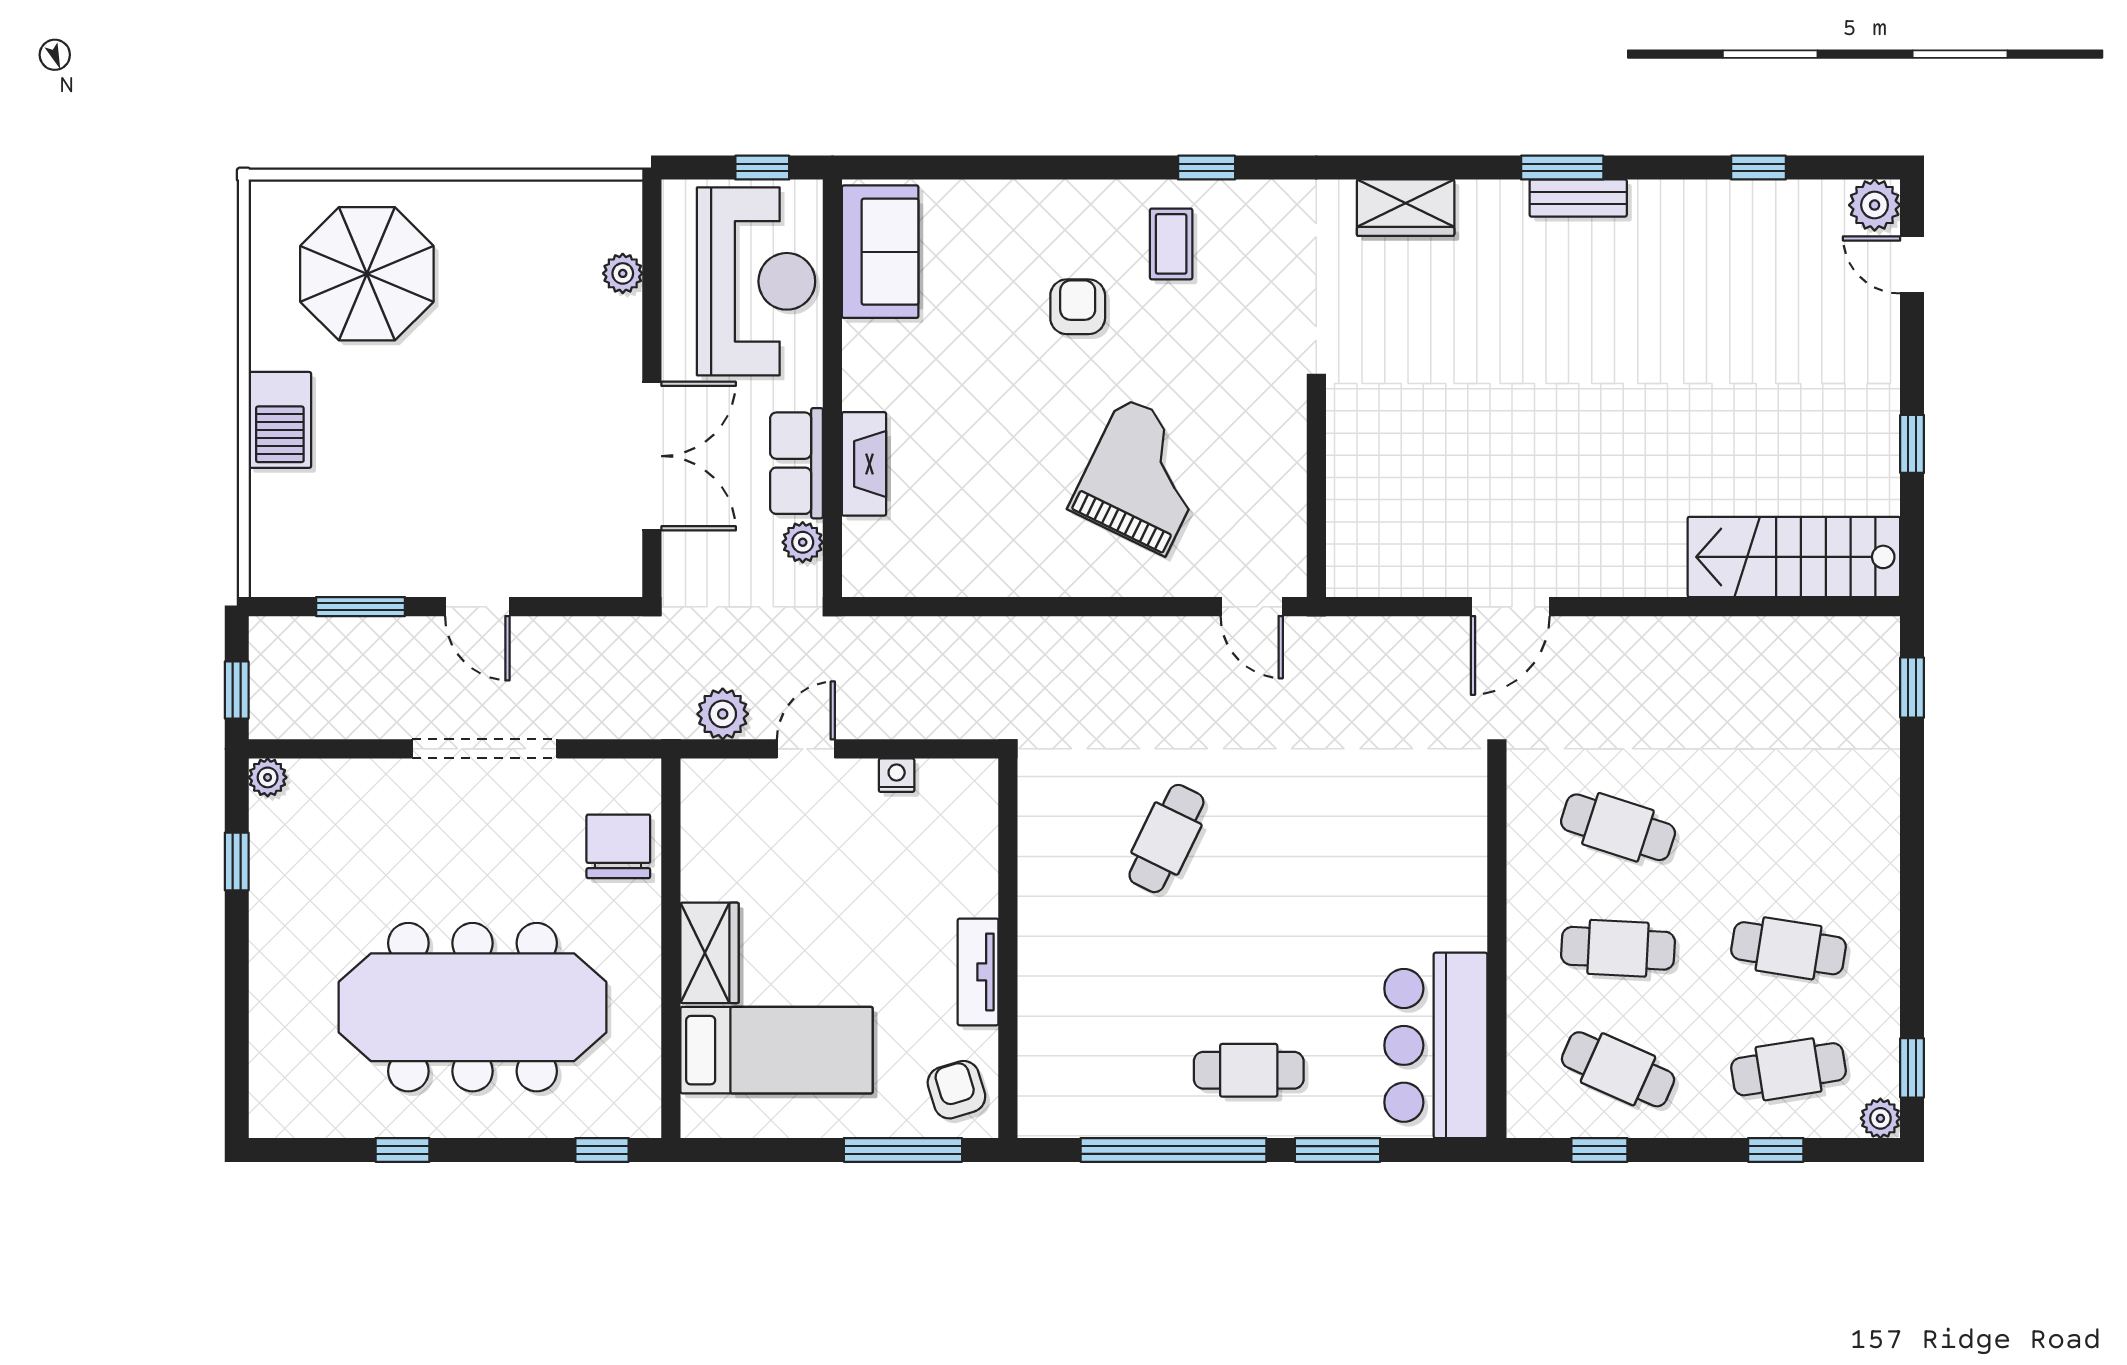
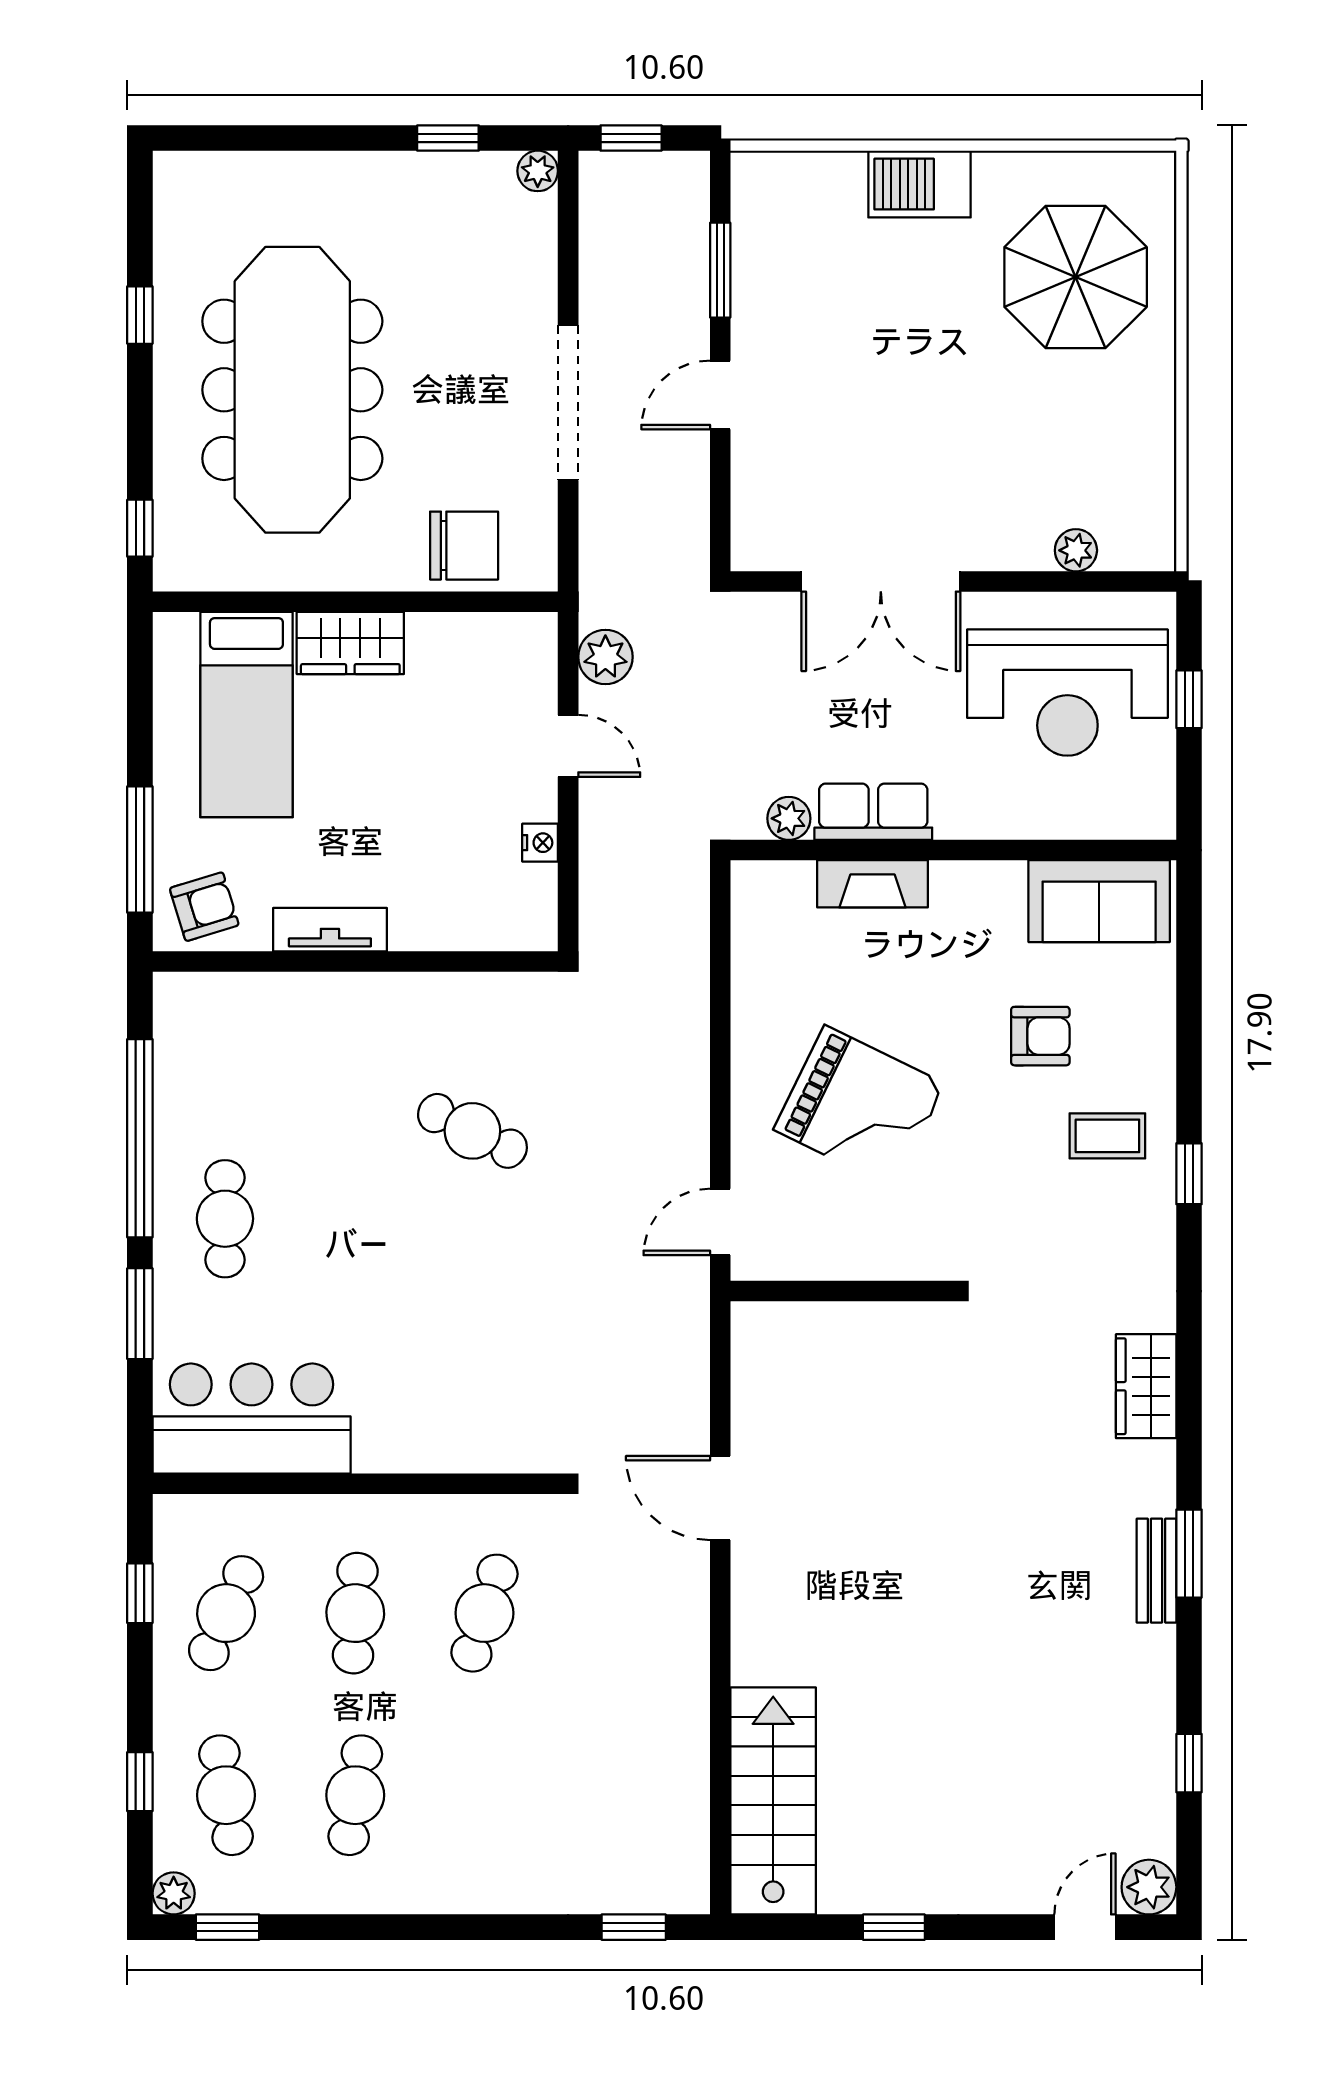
sofa: (880, 252) -> (1099, 901), moved
wall: (832, 388) -> (953, 850), moved
row of seats: (796, 463) -> (873, 812), moved
fireplace: (864, 464) -> (873, 884), moved
plant: (803, 542) -> (789, 818), moved

